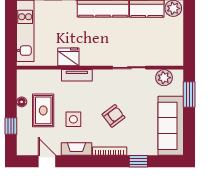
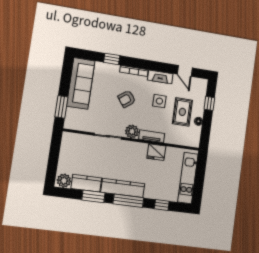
plant: (164, 78) -> (132, 131), moved

